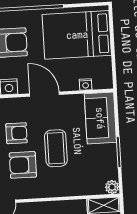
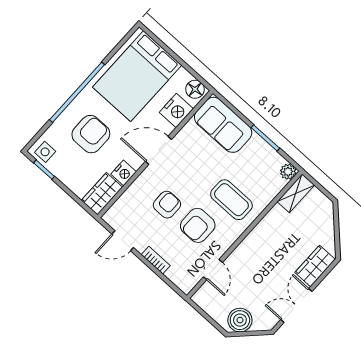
floor lamp: (105, 79) -> (195, 89), added
nightstand: (86, 84) -> (176, 111), width x1.89, depth x1.79
coffee table: (56, 148) -> (231, 200), moved

